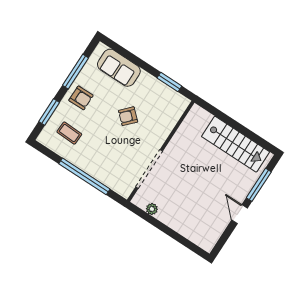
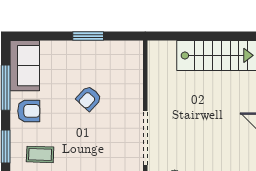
sofa: (119, 68) -> (25, 66), moved, turned -90
window: (169, 82) -> (88, 36), moved

